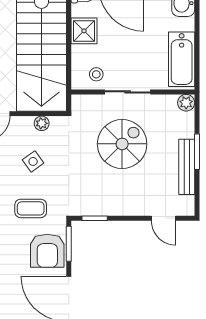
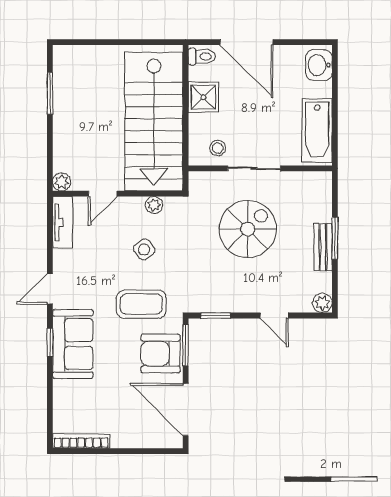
plant: (186, 103) -> (322, 303), moved
bench: (187, 167) -> (323, 247), width x0.73
coffee table: (31, 208) -> (141, 304), width x1.36, depth x1.30
door: (163, 218) -> (274, 316), moved
armchair: (47, 251) -> (161, 354), turned 90

